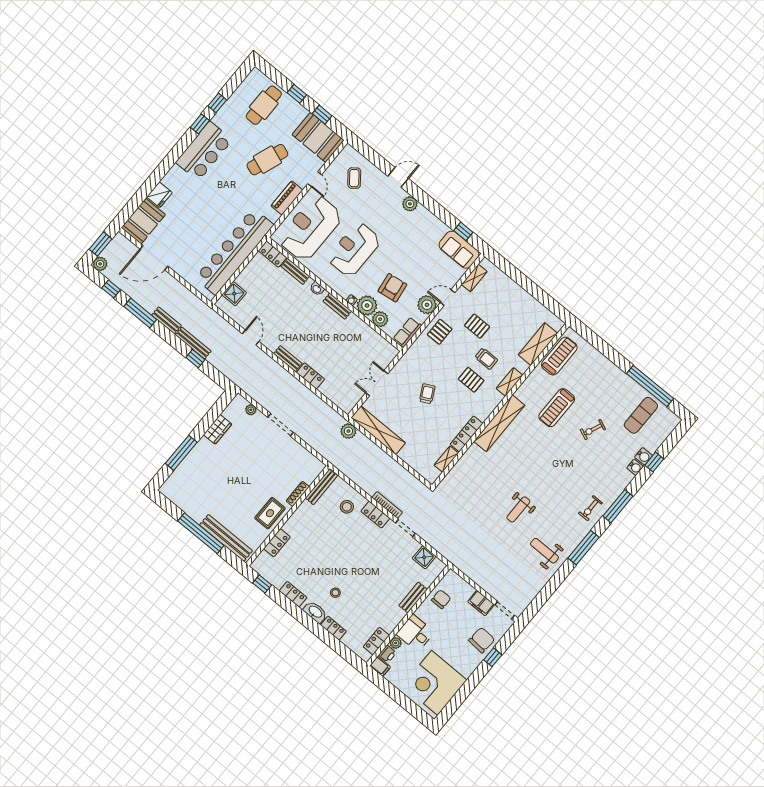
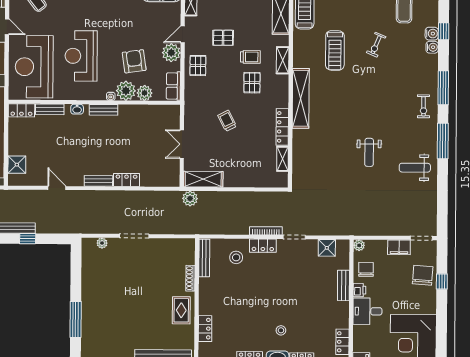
pallet: (471, 380) -> (252, 83), turned 90
wardrobe: (218, 429) -> (89, 279), removed
shelving: (378, 430) -> (203, 179), width x0.68
plant: (396, 643) -> (359, 245), moved
printer: (387, 654) -> (359, 290), moved

